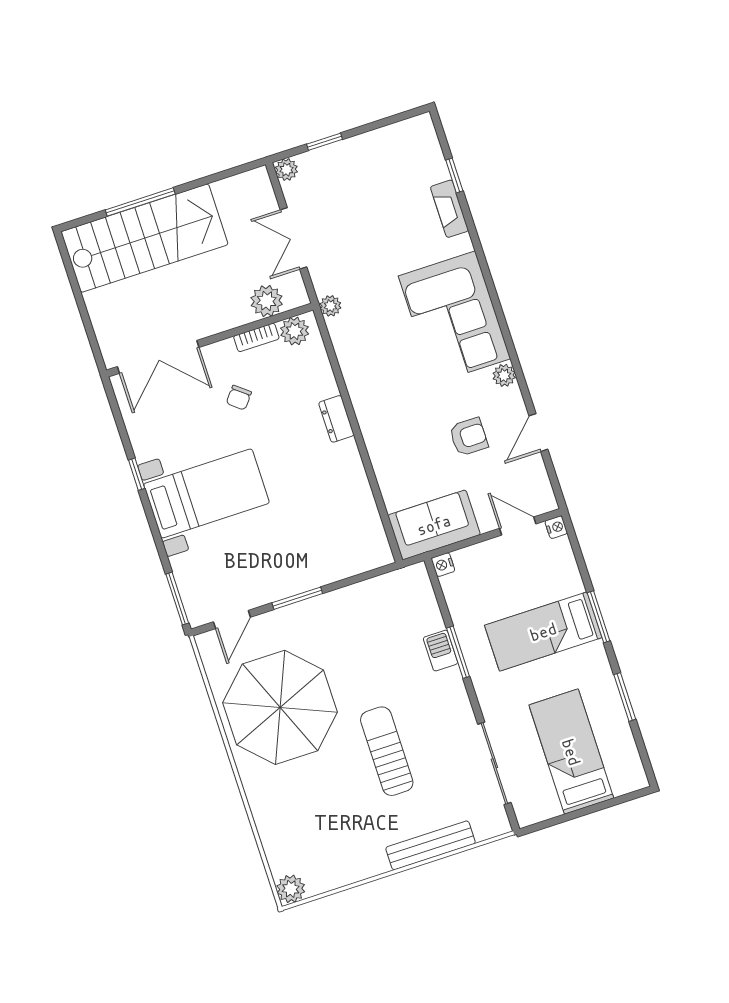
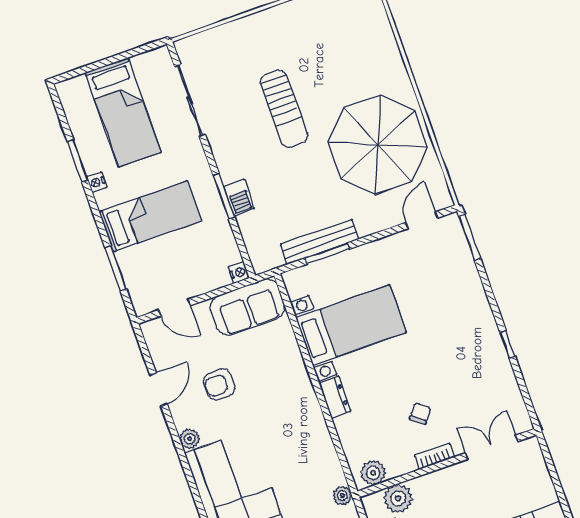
bookcase: (256, 337) -> (434, 456), moved
double door: (158, 357) -> (491, 447), width x0.73
bed with nightstands: (206, 493) -> (351, 325), moved, turned 180
nightstand: (556, 527) -> (97, 182), moved
window: (297, 598) -> (327, 254), moved
window: (599, 617) -> (116, 269), moved
bench: (431, 845) -> (320, 242), moved

